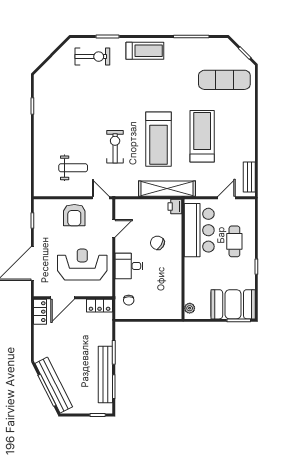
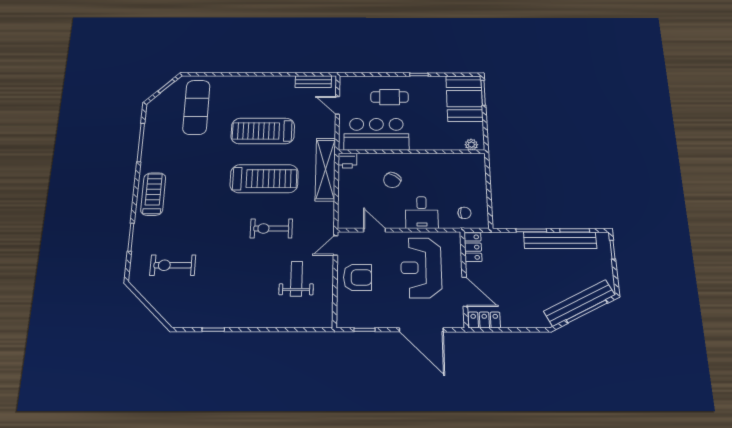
exercise bike: (92, 57) -> (173, 265), moved, turned -90

